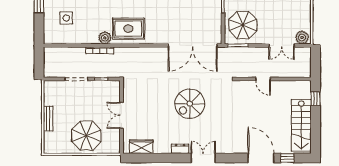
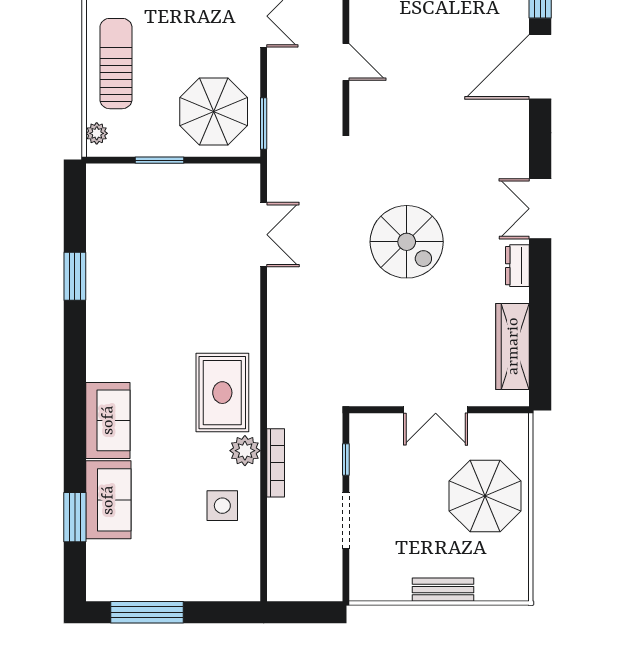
side table: (66, 18) -> (222, 506), moved
double door: (193, 45) -> (264, 235), width x0.54
door: (263, 79) -> (346, 62), hinge flipped
wardrobe: (141, 147) -> (513, 346), width x1.50

